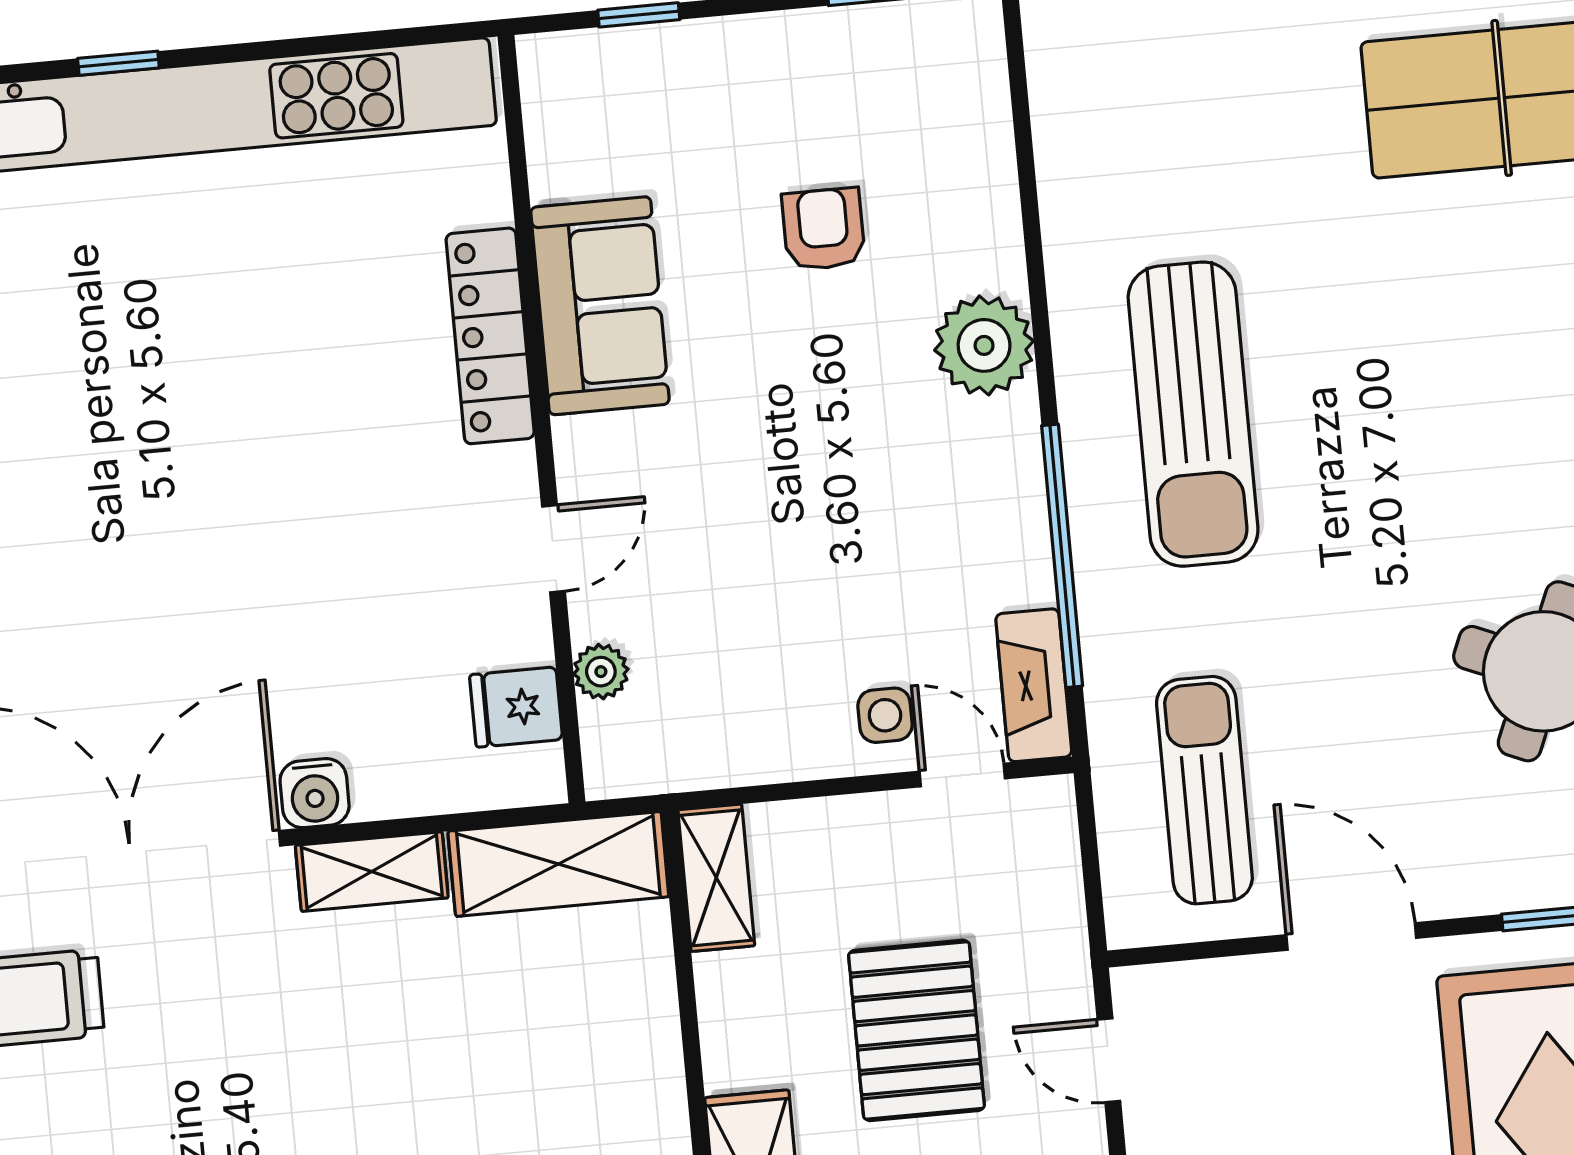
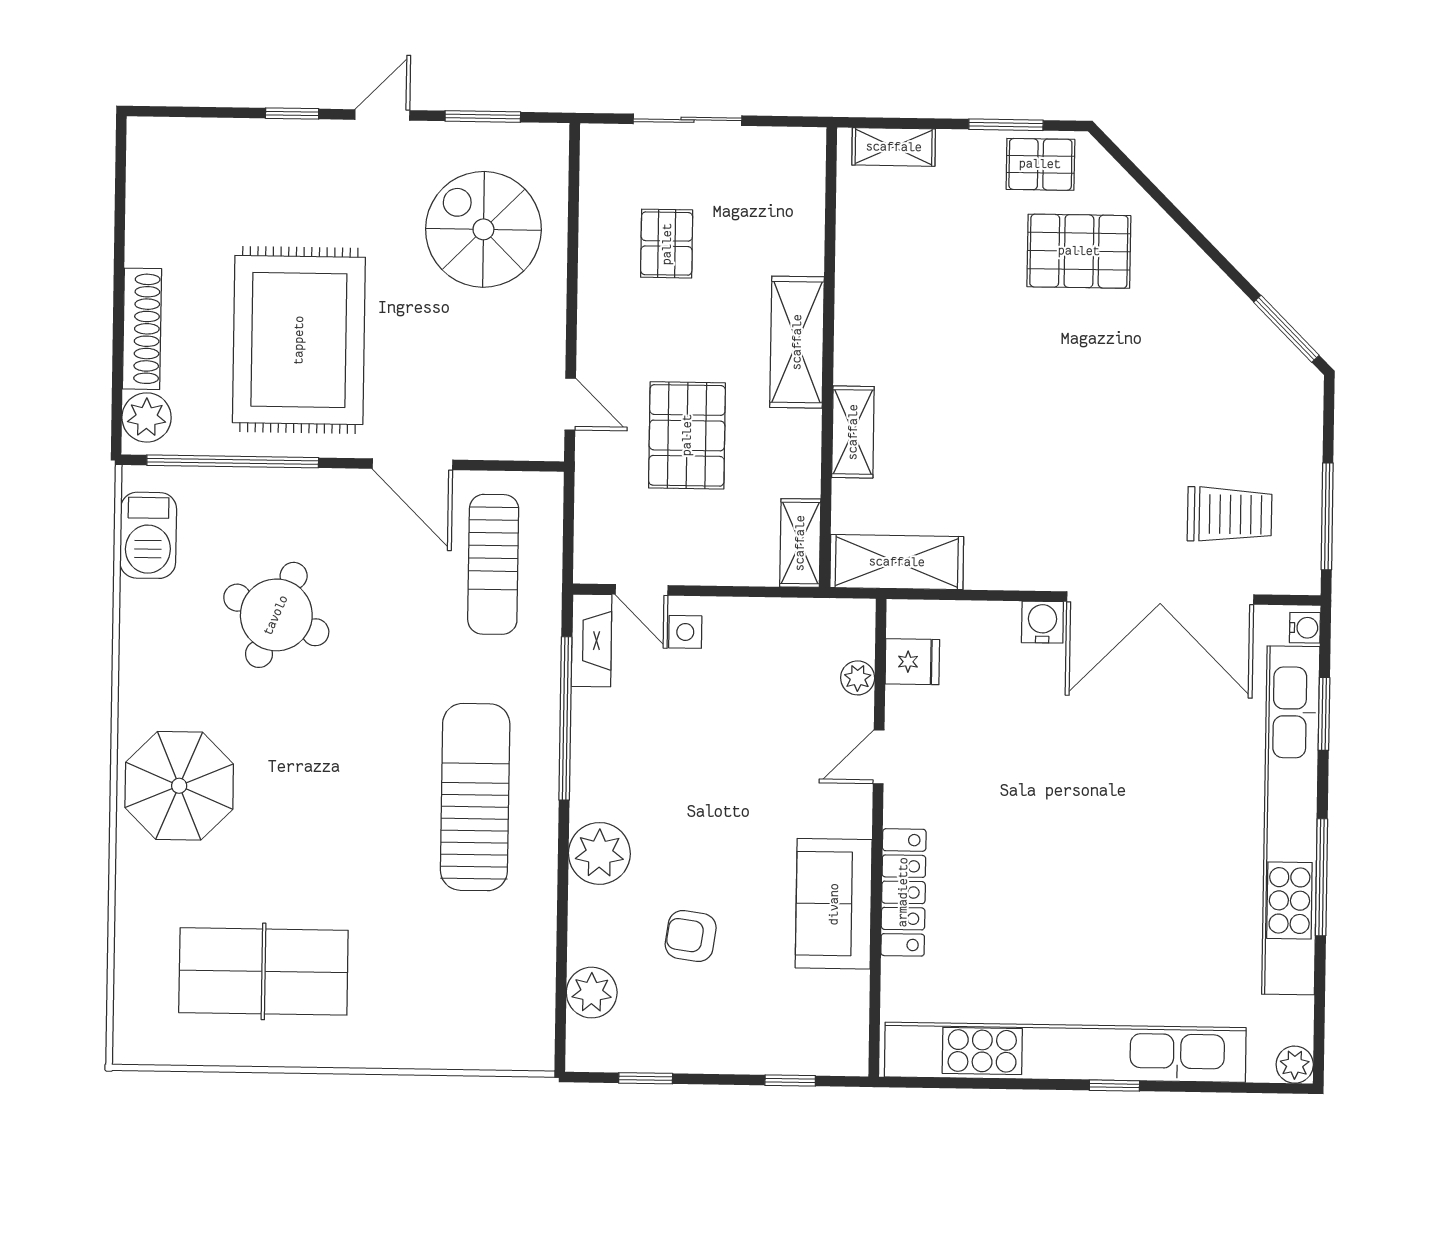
plant: (972, 121) -> (592, 993), added
armchair: (823, 229) -> (691, 936), turned 98
shelving: (372, 872) -> (853, 432), moved, turned 90

